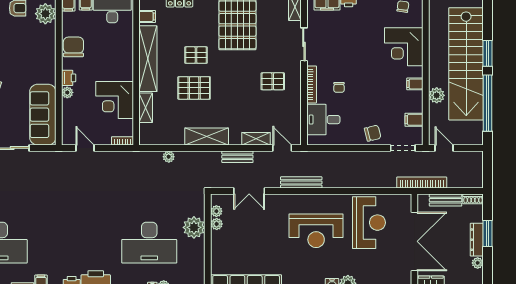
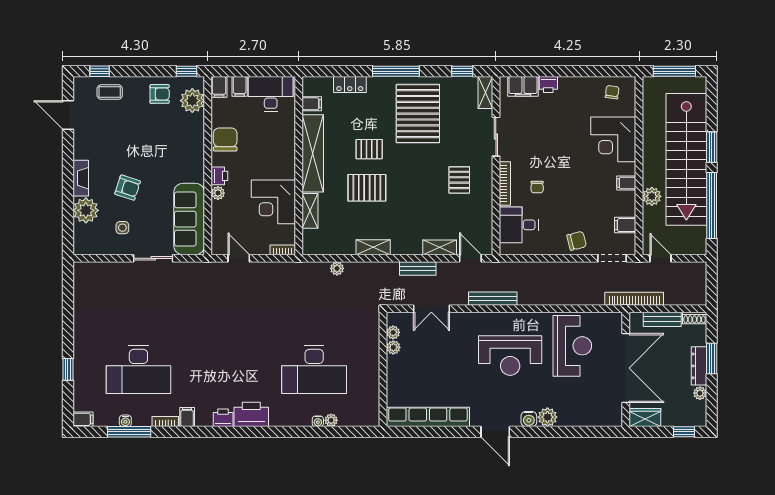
pallet: (273, 81) -> (459, 180), turned 90
shelving: (207, 136) -> (373, 247), width x0.67, depth x0.75
plant: (194, 227) -> (367, 352), removed

